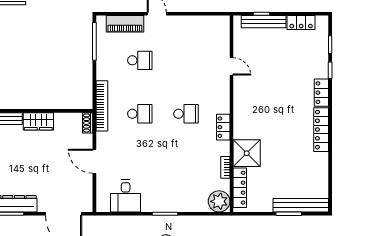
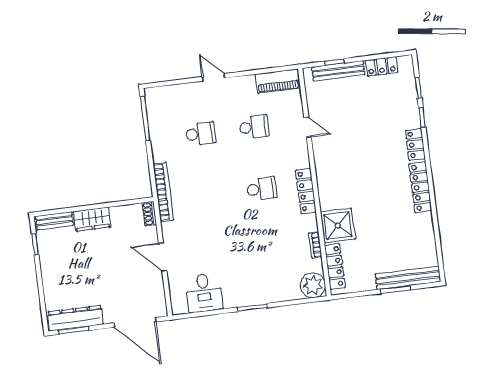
piano: (125, 24) -> (278, 81), moved
school desk: (140, 114) -> (254, 127), moved
locker: (223, 127) -> (306, 191), width x1.53

